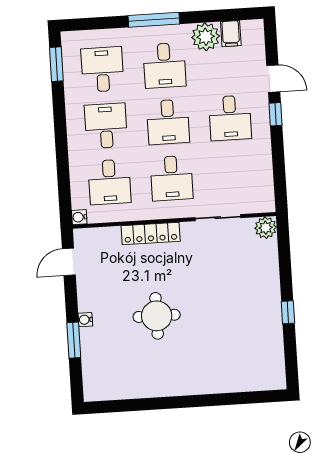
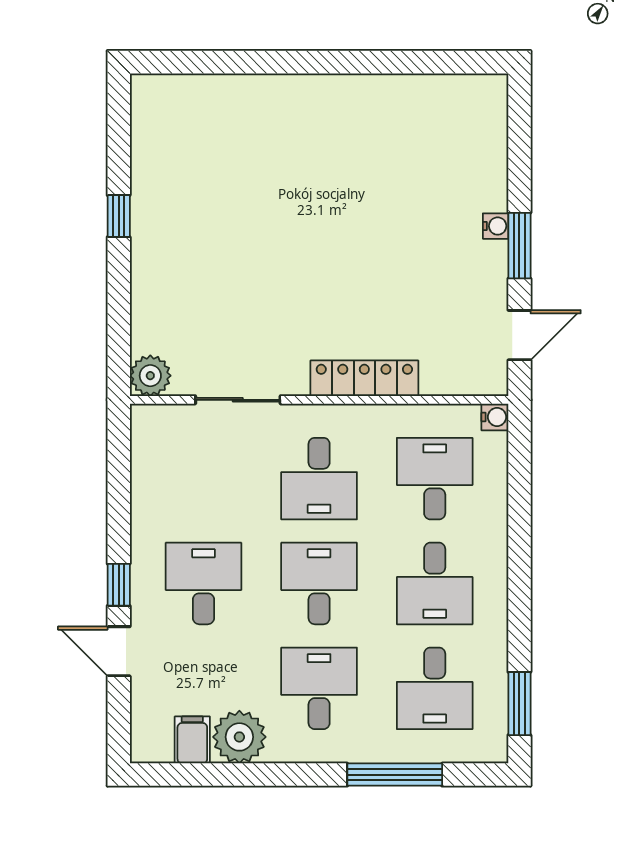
window: (154, 20) -> (395, 775), moved
desk: (172, 178) -> (319, 479), turned 180
round table: (157, 316) -> (363, 225), removed
window: (74, 340) -> (519, 246), moved

